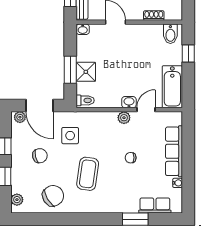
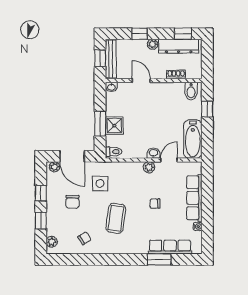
chair: (40, 156) -> (73, 202), turned 103
chair: (53, 196) -> (85, 238), width x0.54, depth x0.54
row of seats: (155, 206) -> (170, 247), width x1.48

